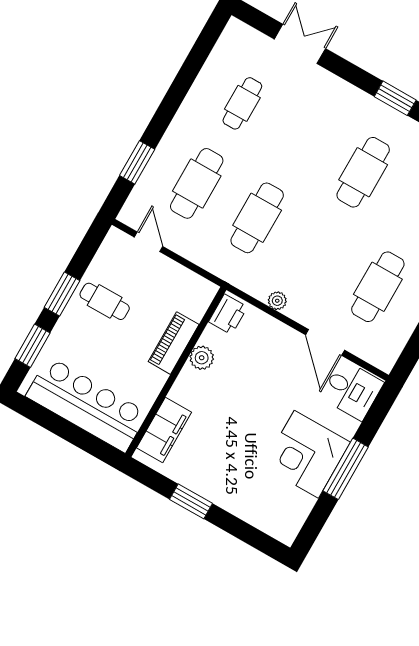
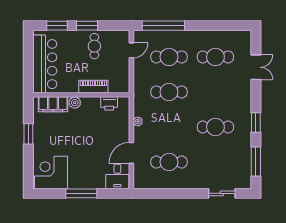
cafe table: (242, 103) -> (215, 57), width x1.37, depth x1.35
window: (137, 162) -> (163, 26), width x2.11
printer: (228, 314) -> (109, 103), moved
plant: (202, 358) -> (75, 103), moved
corner desk: (306, 454) -> (51, 173), moved

